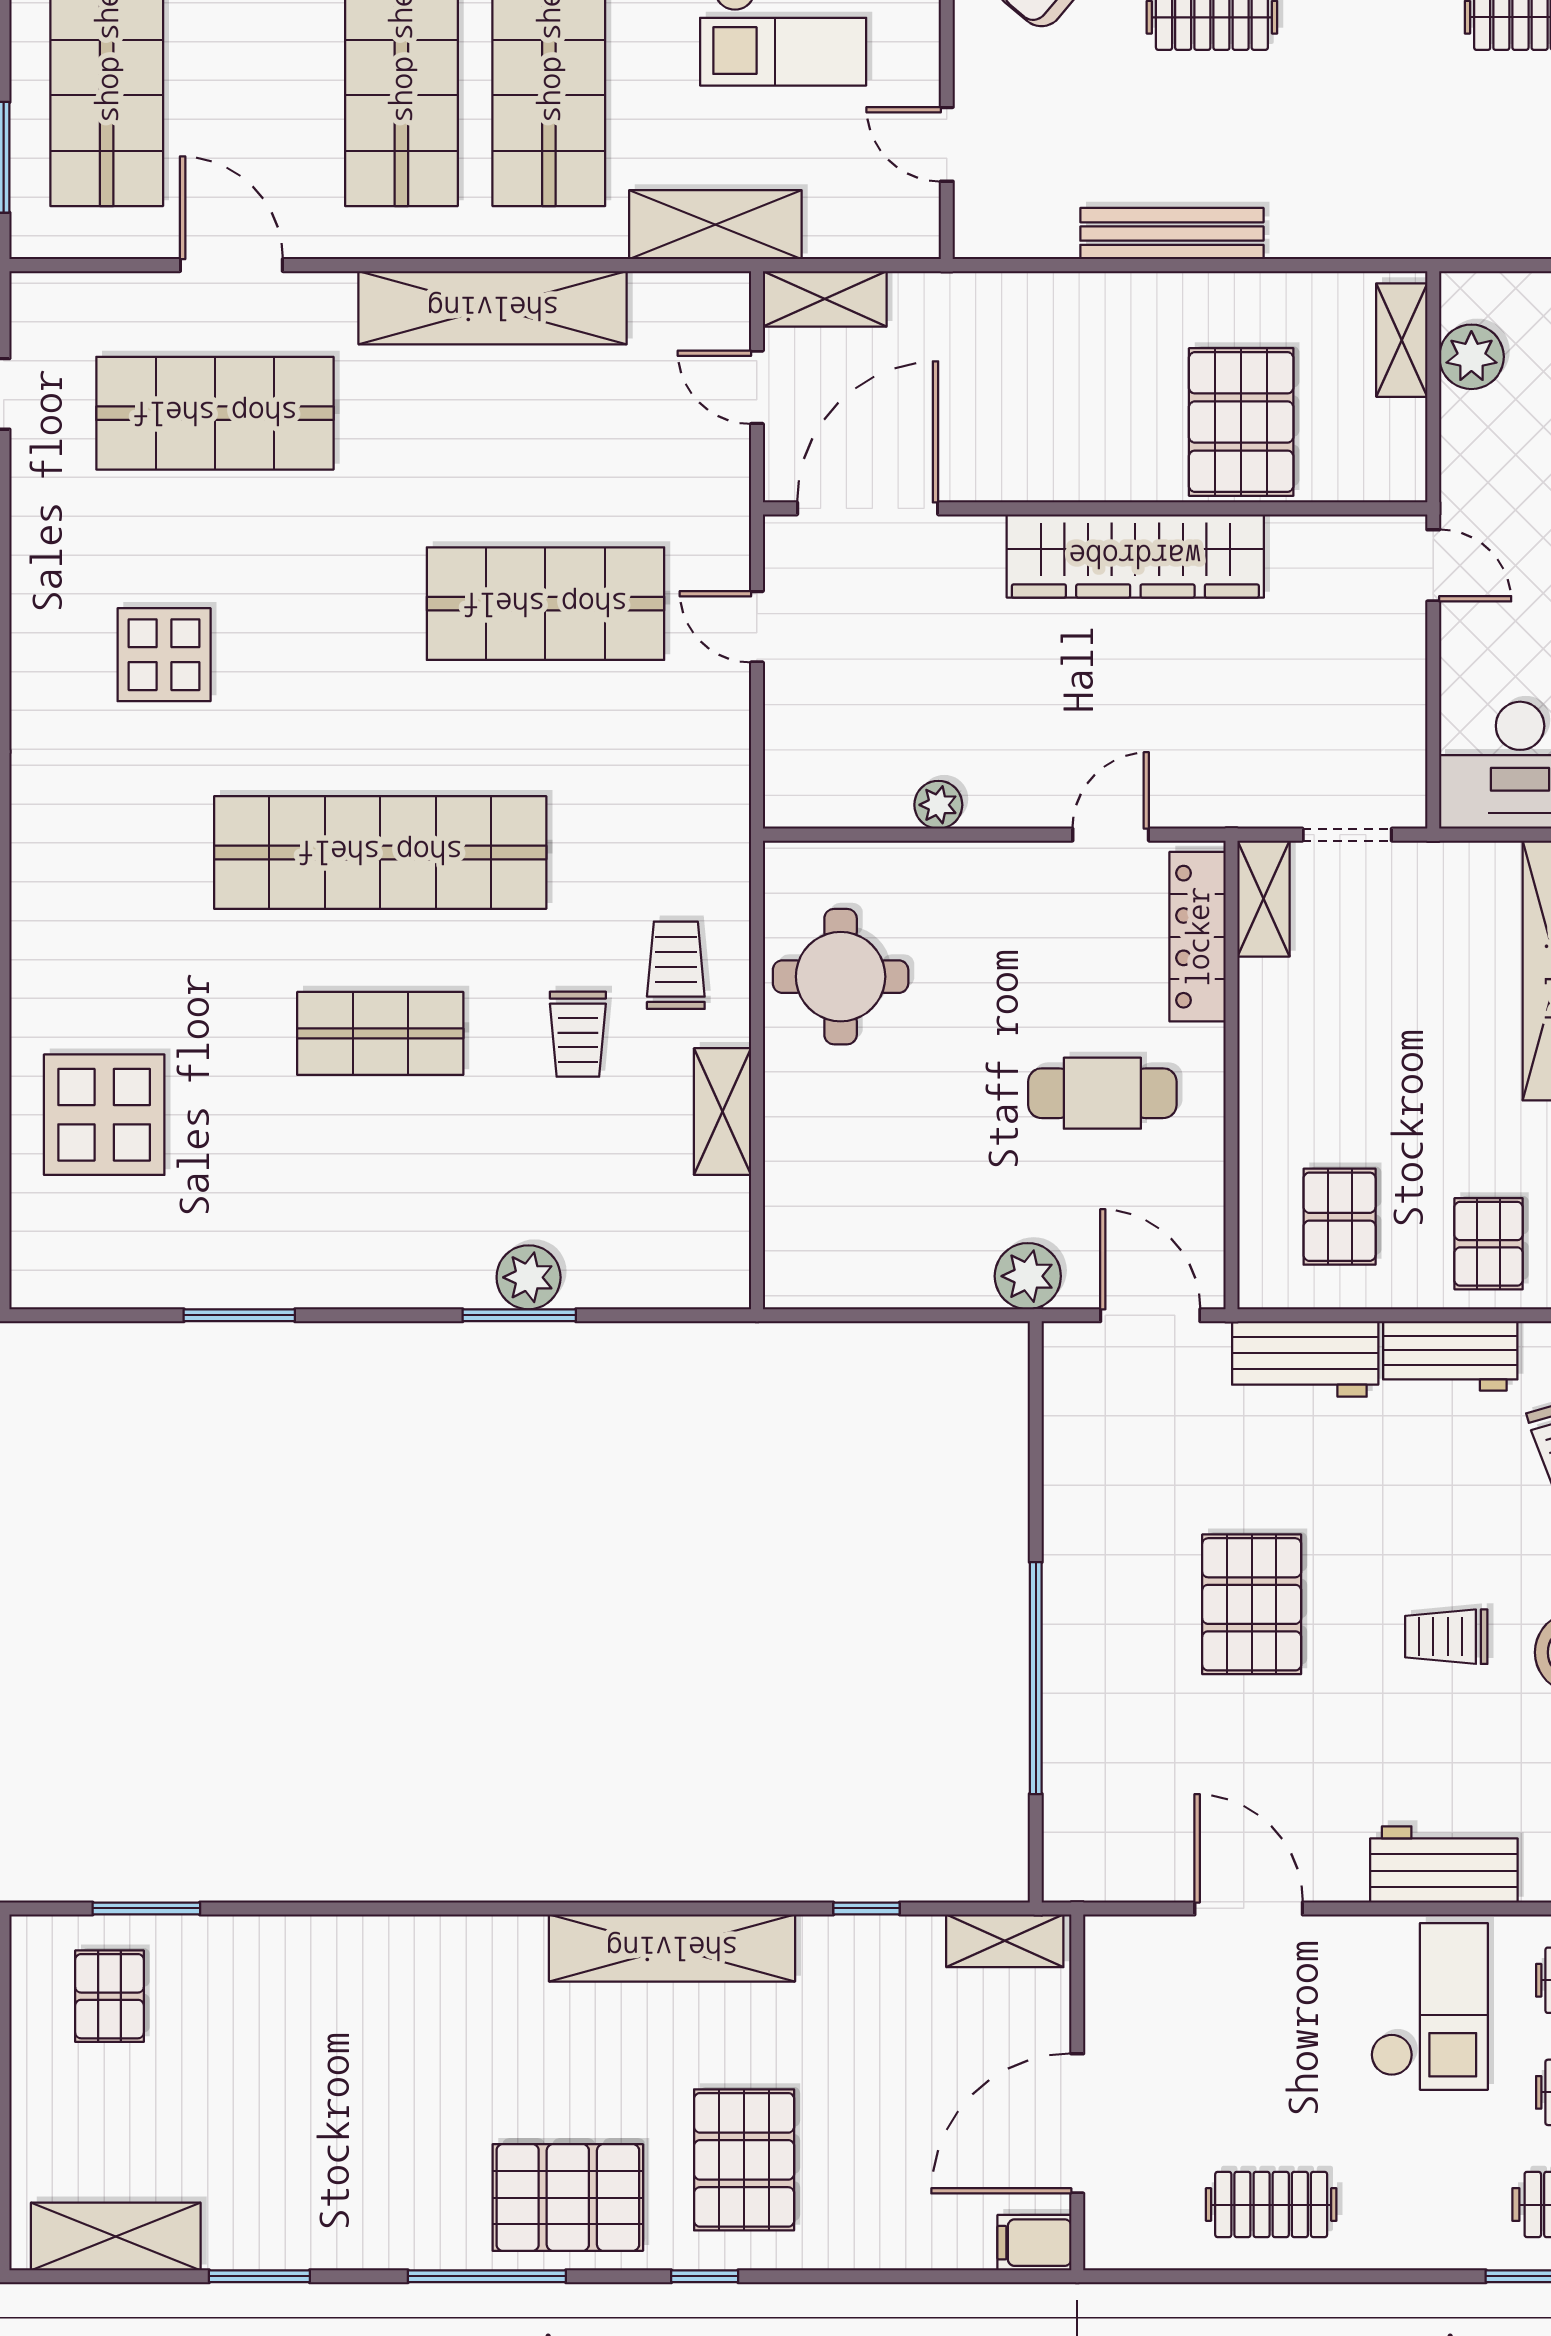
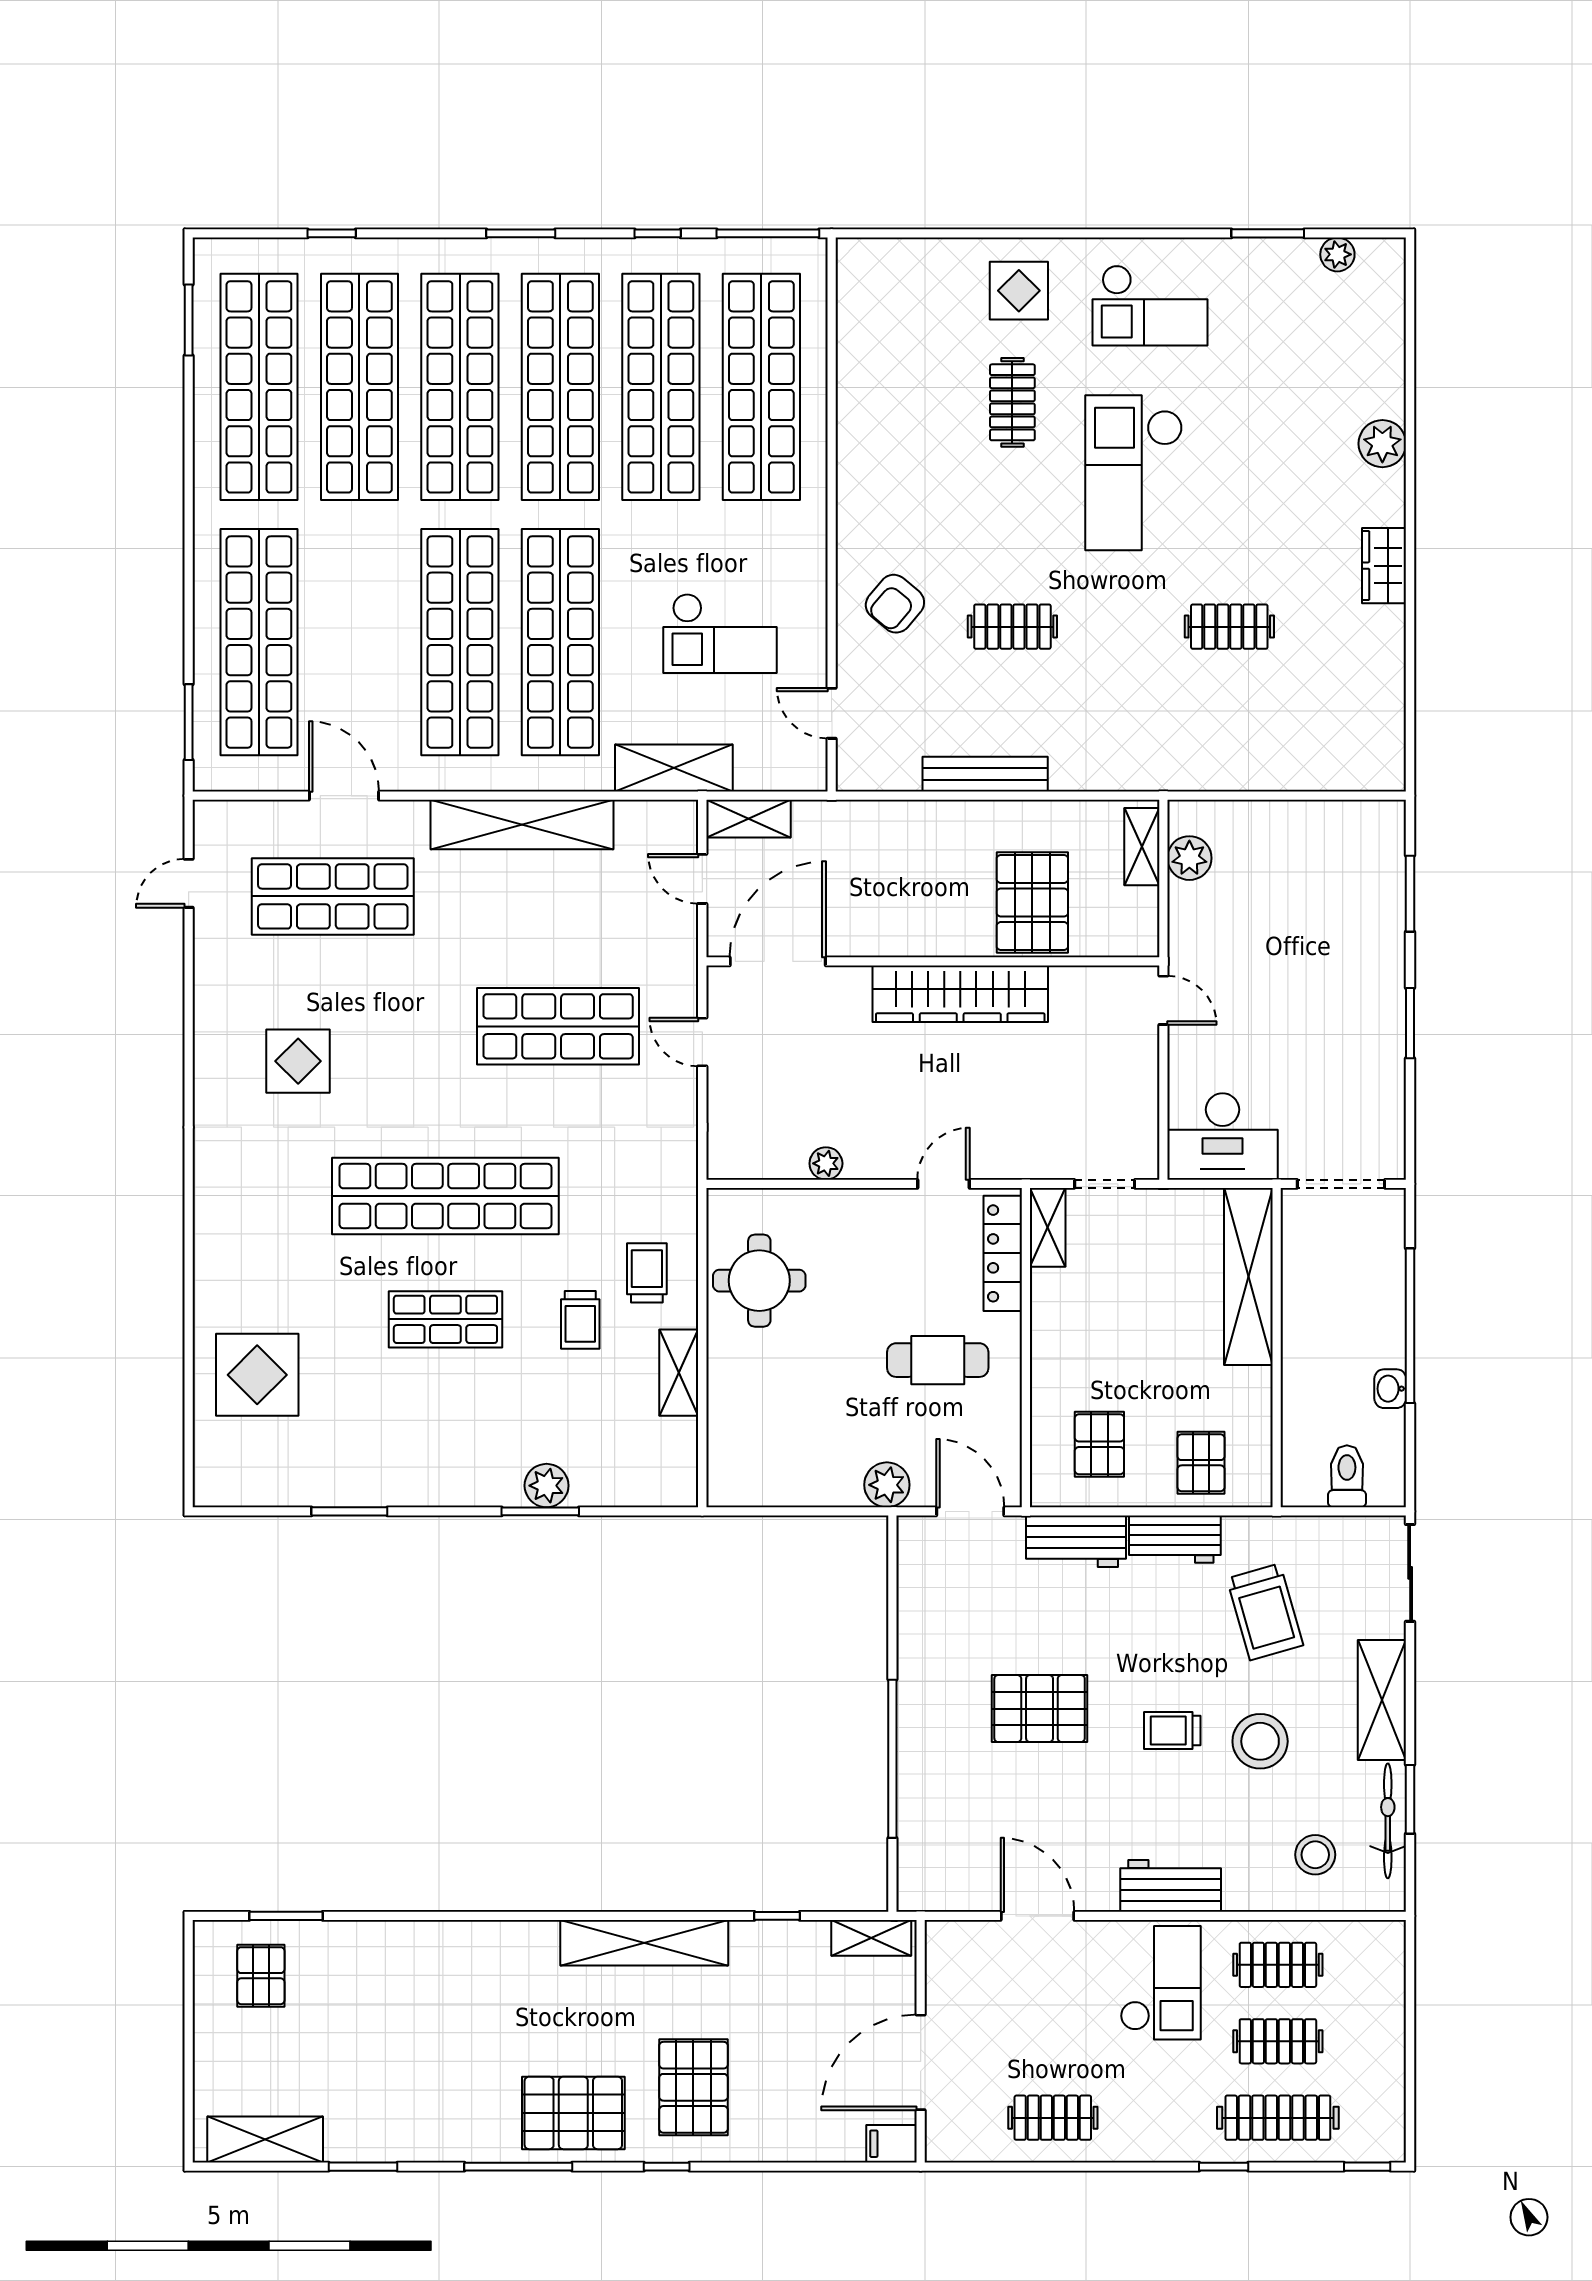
pallet: (1252, 1604) -> (1040, 1709), turned 90

